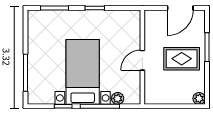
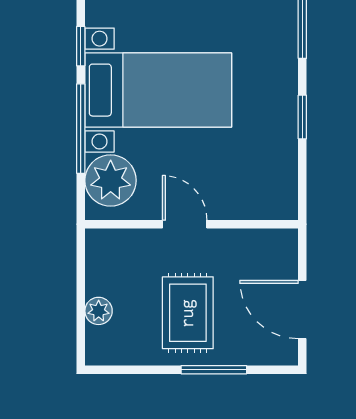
plant: (118, 98) -> (111, 180), width x1.88, depth x1.88
plant: (199, 98) -> (99, 311), moved

